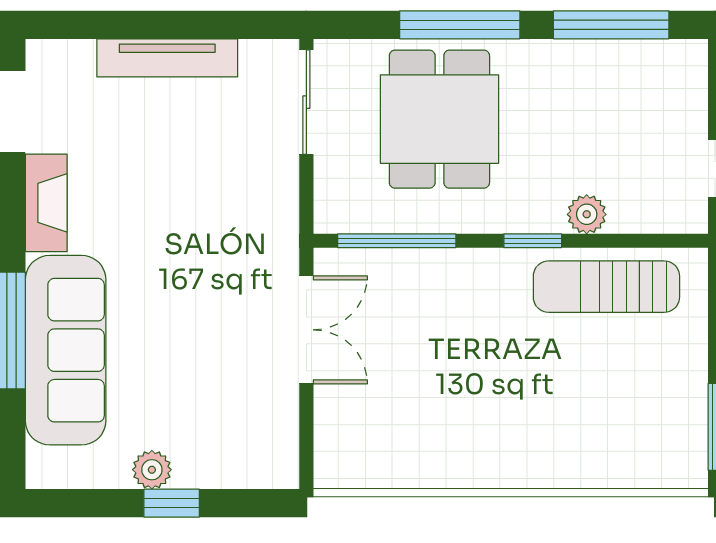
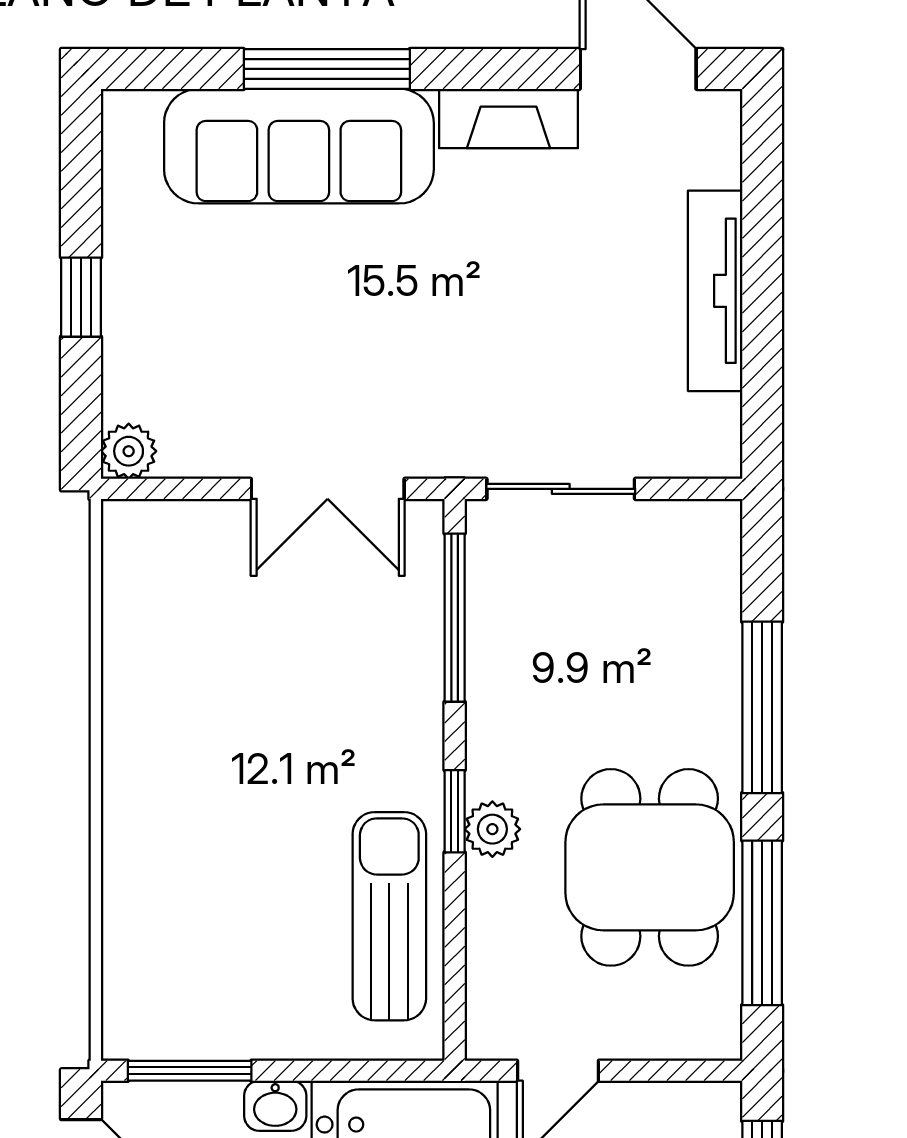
sliding door: (306, 102) -> (561, 489), moved
dining table: (439, 119) -> (650, 867), moved, turned 90
plant: (587, 214) -> (492, 829), moved
plant: (152, 470) -> (129, 451), moved

